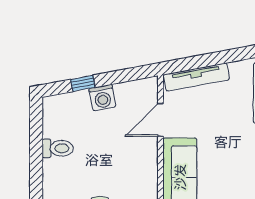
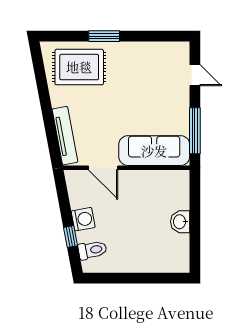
toilet: (58, 148) -> (92, 250), moved, turned 79

